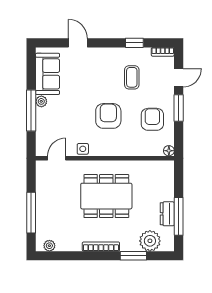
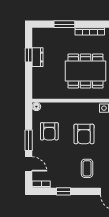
coffee table: (132, 77) -> (87, 168), moved
door: (179, 78) -> (29, 164), swing flipped
window: (179, 216) -> (29, 55), width x0.46
plant: (150, 241) -> (51, 36), removed

